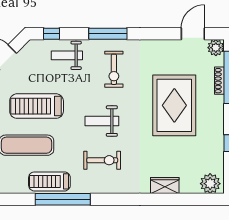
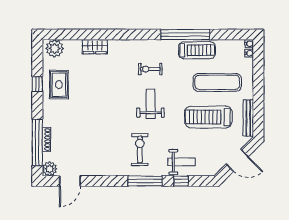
window: (52, 34) -> (181, 181), moved
rug: (174, 105) -> (59, 85), moved, width x0.54, depth x0.49
treadmill: (37, 106) -> (208, 117), turned 180
weight bench: (102, 121) -> (151, 104), turned -90
exercise bike: (102, 160) -> (150, 69), width x0.73, depth x0.72

